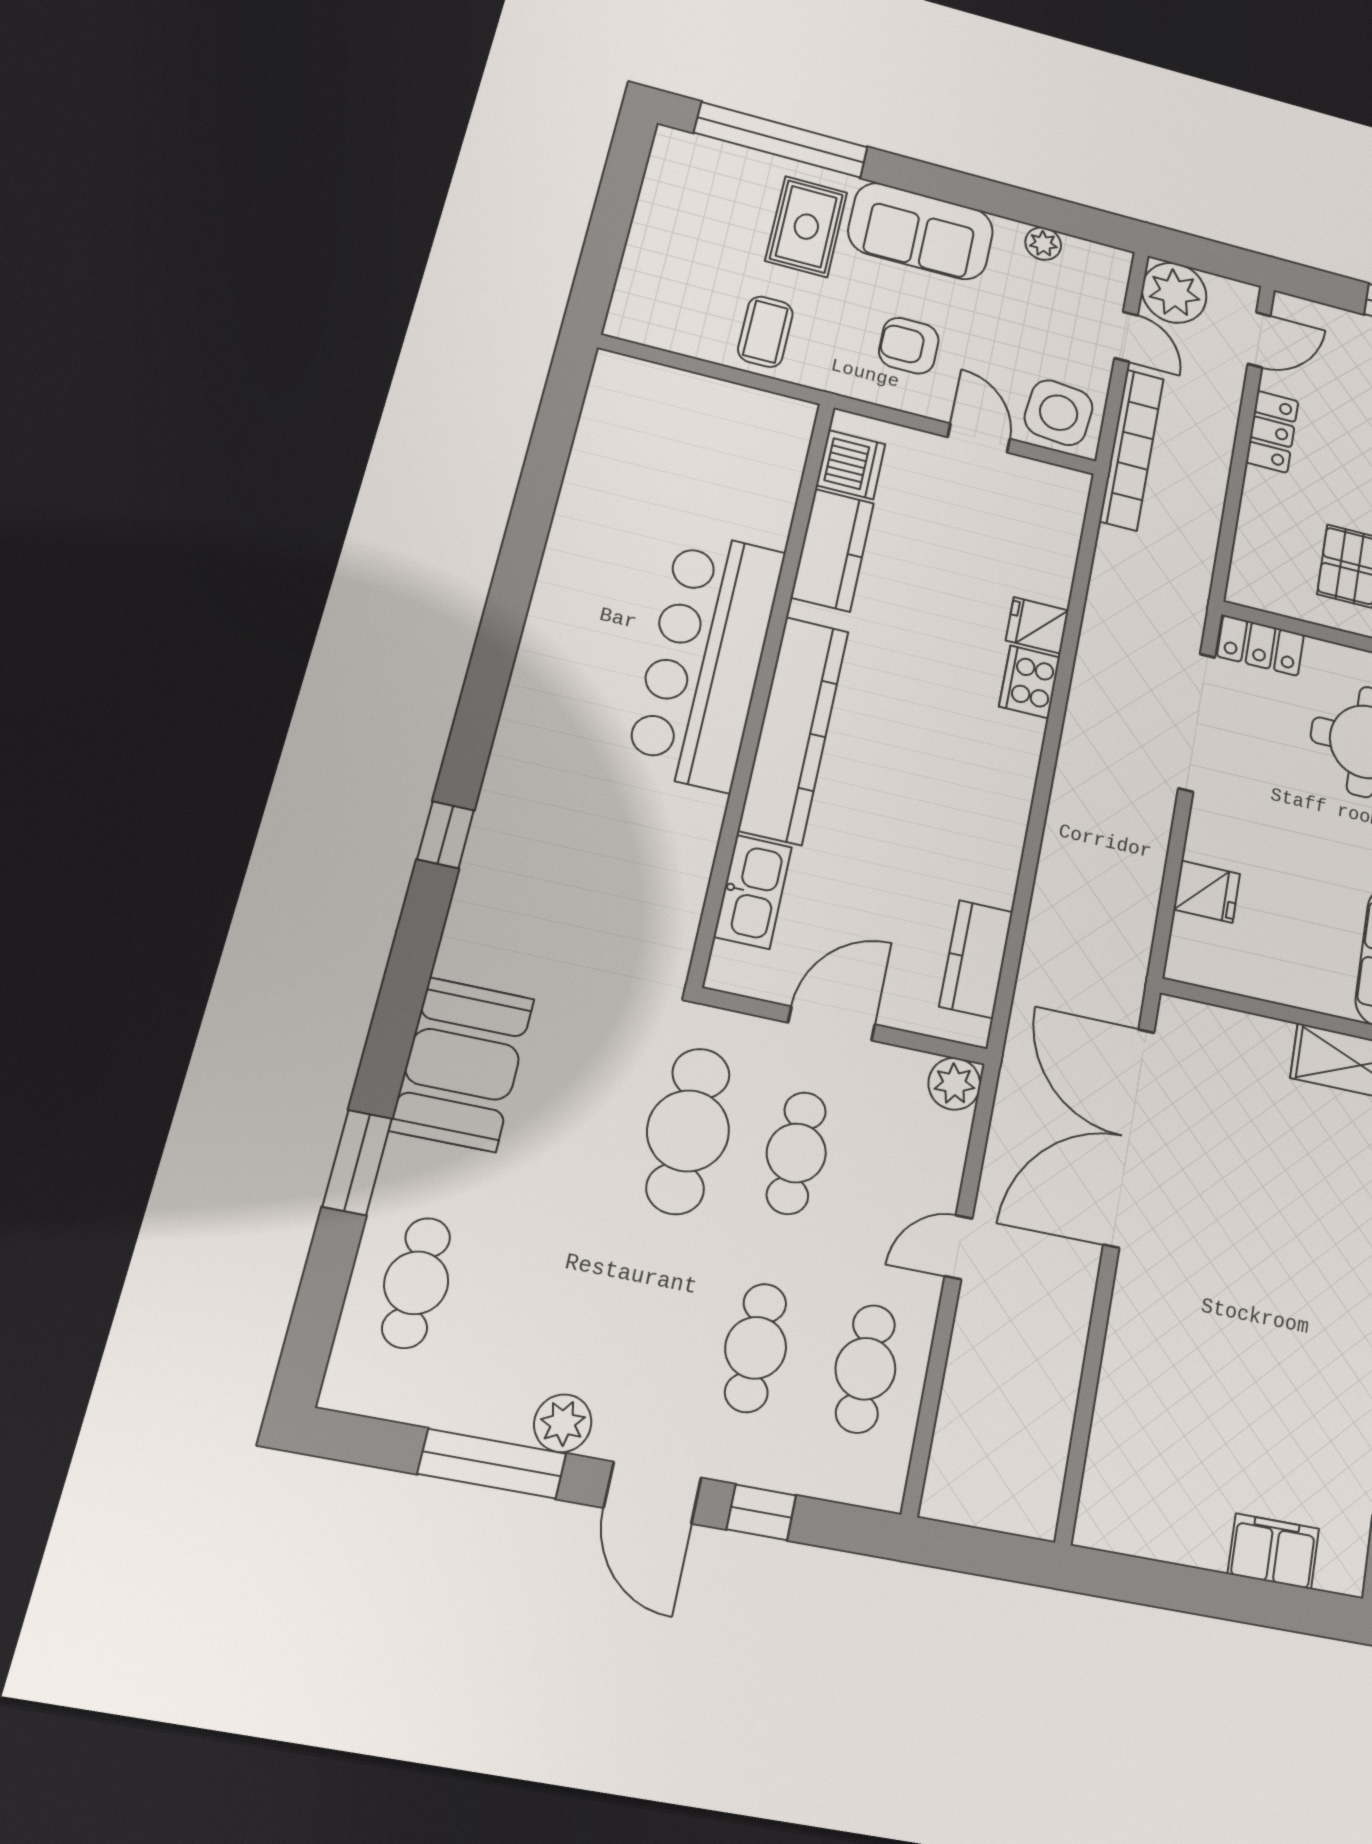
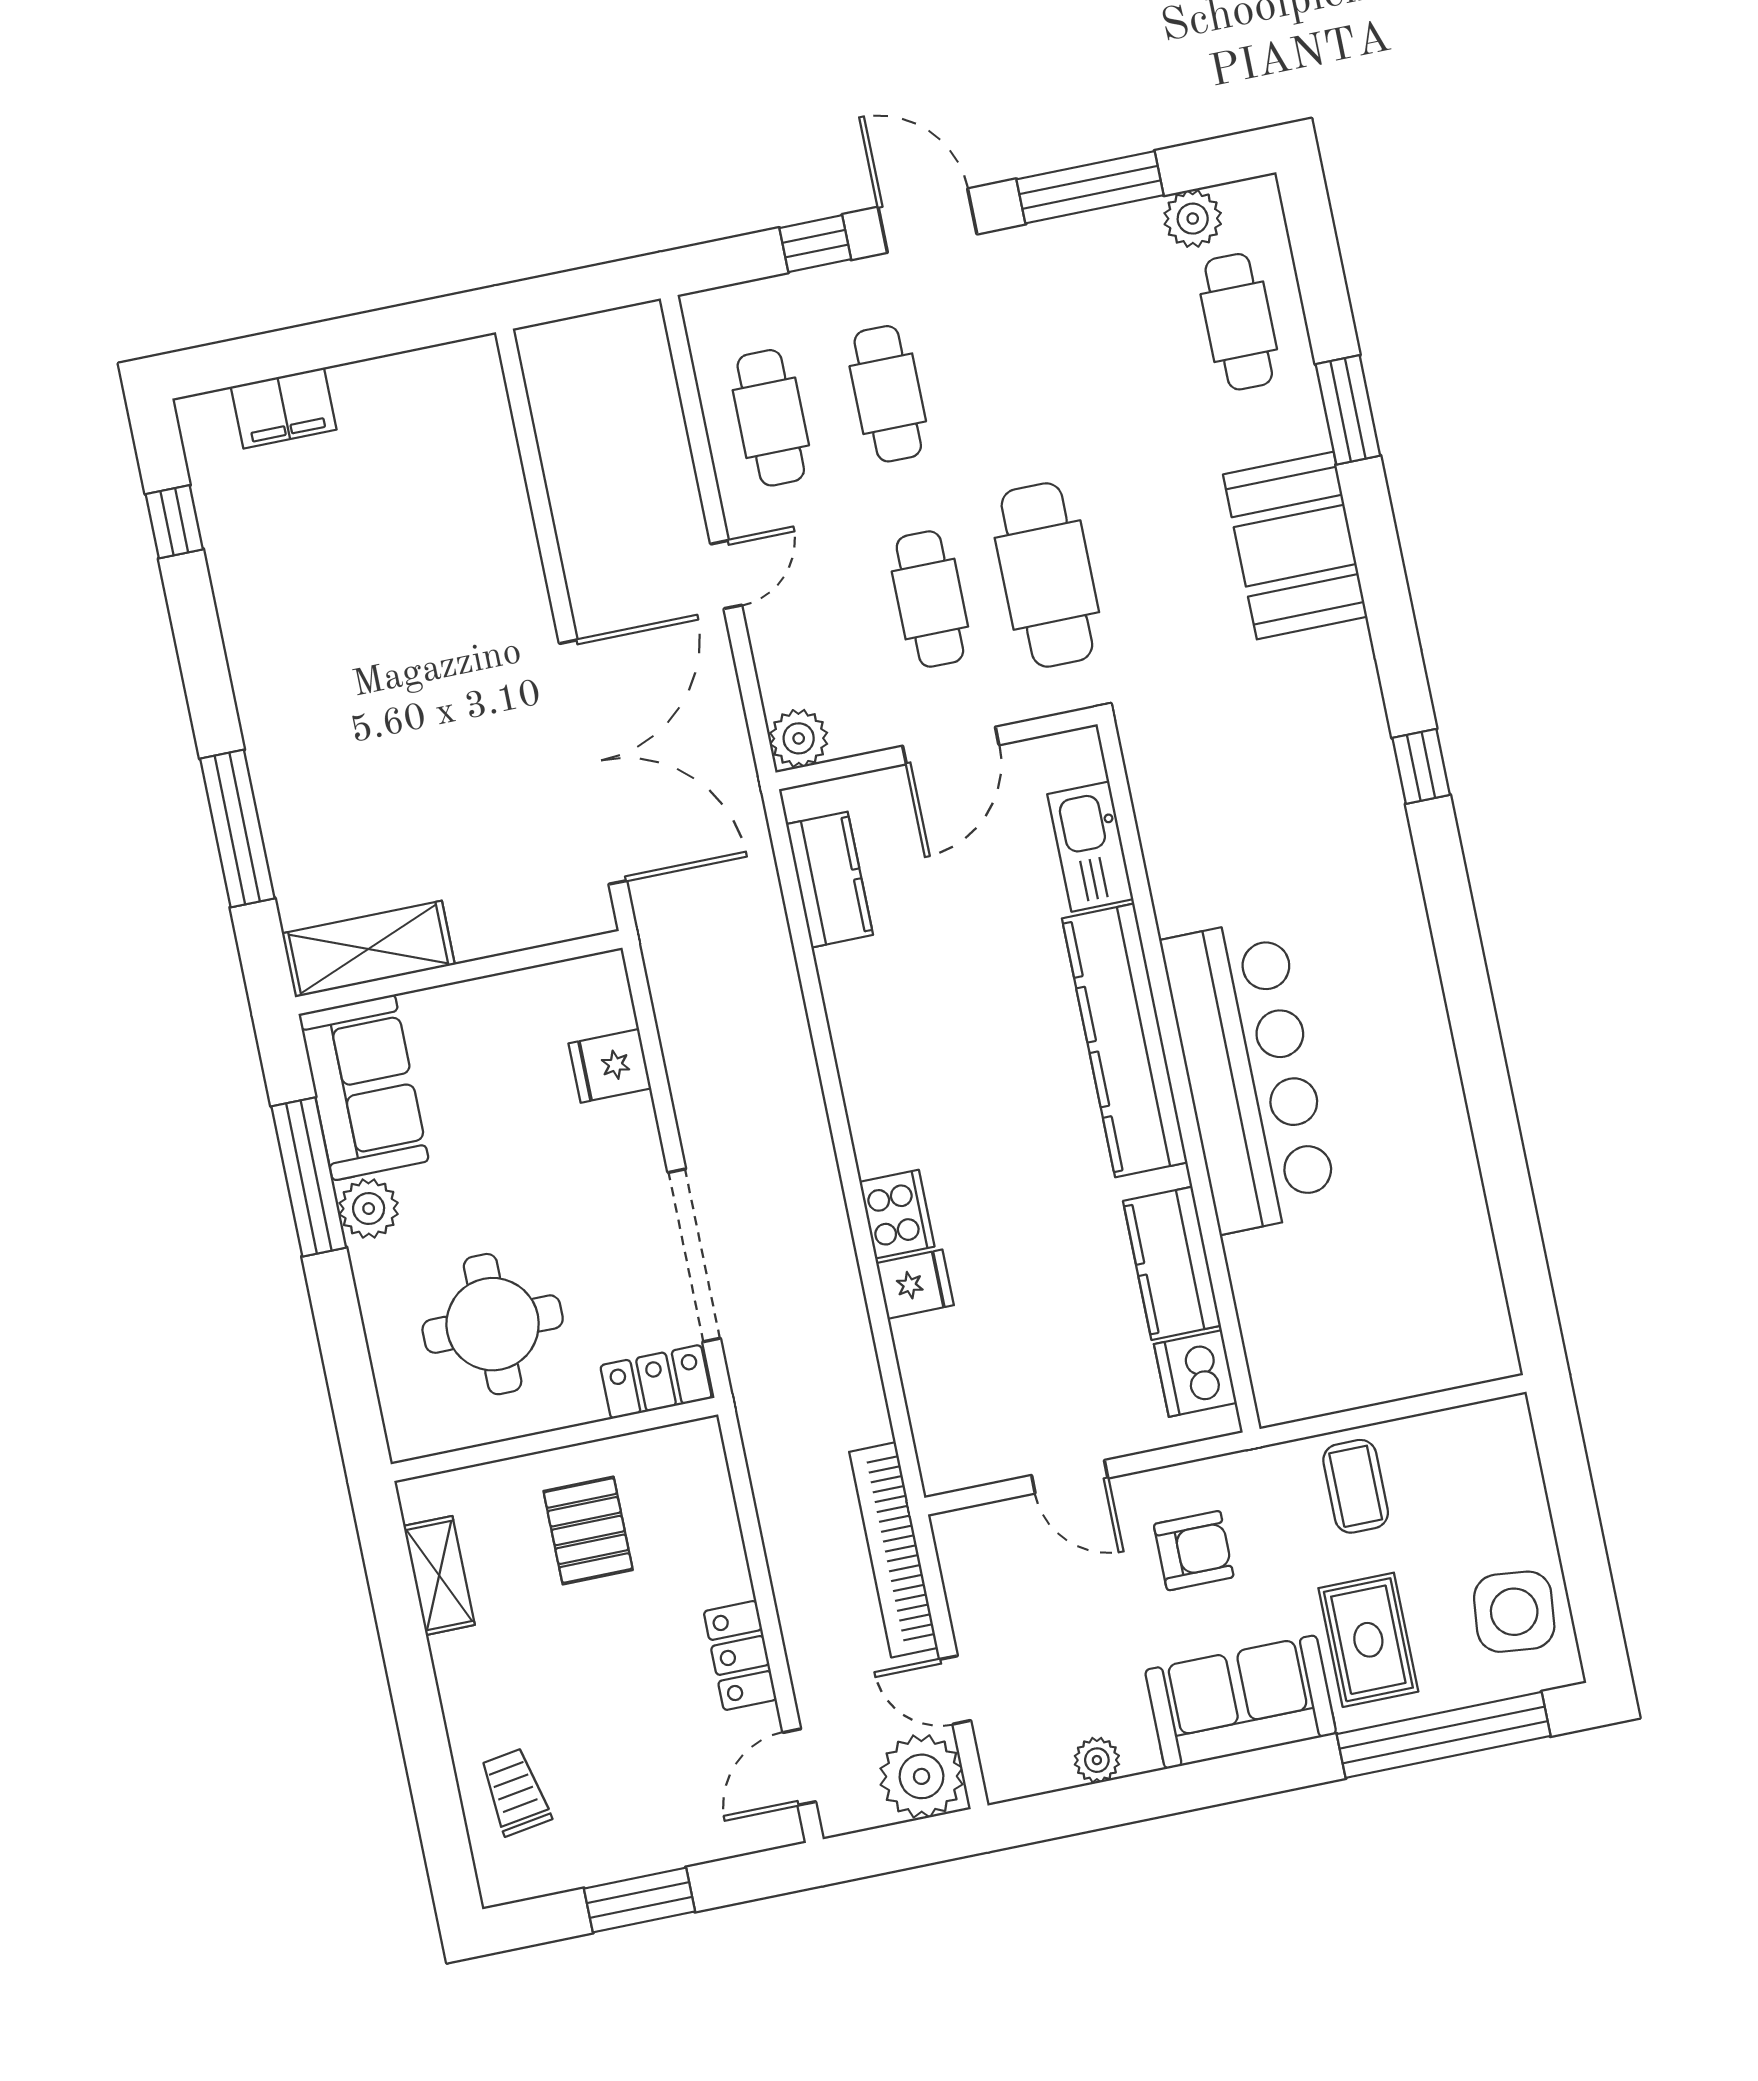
side table: (1059, 413) -> (1514, 1612), moved
plant: (563, 1423) -> (1193, 219), moved

